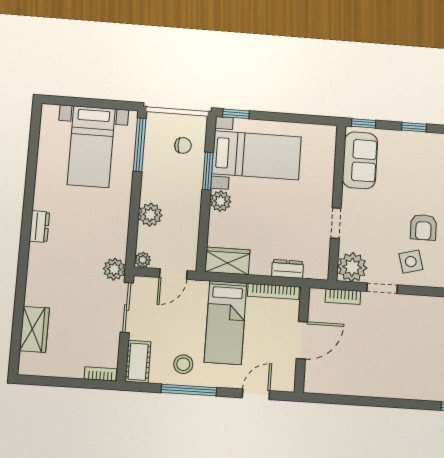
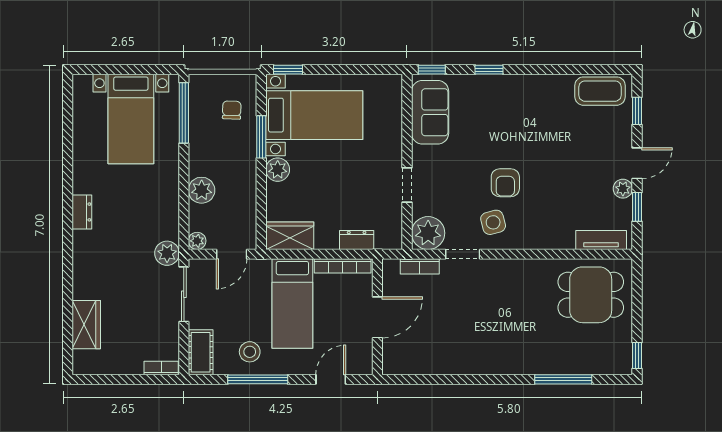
chair: (183, 145) -> (232, 110), turned -88

